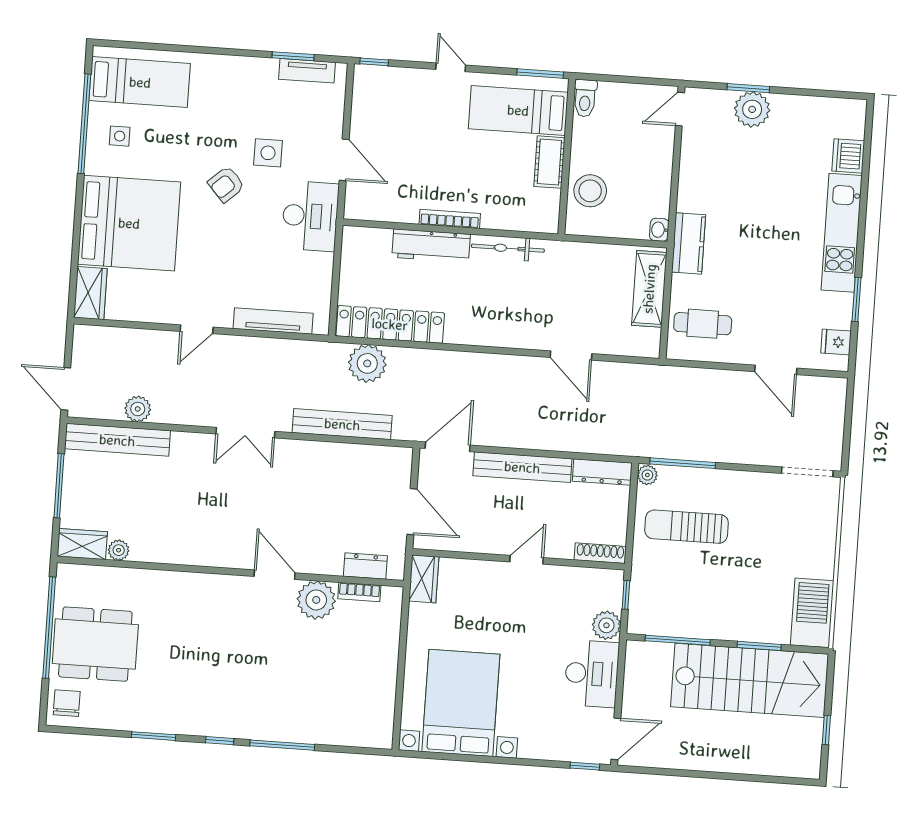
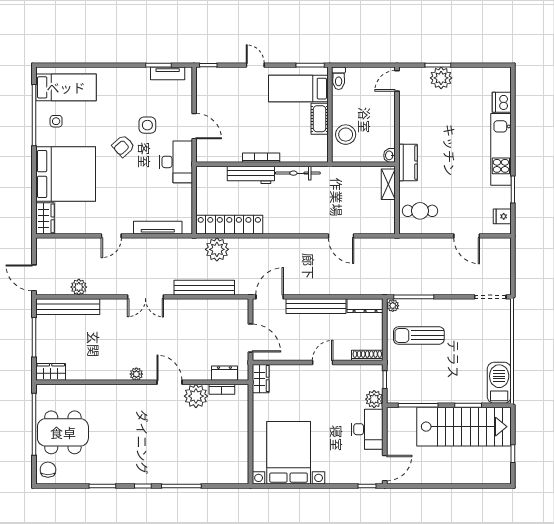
shelving: (649, 289) -> (388, 184), width x0.67, depth x0.75
plant: (119, 550) -> (136, 374), moved

